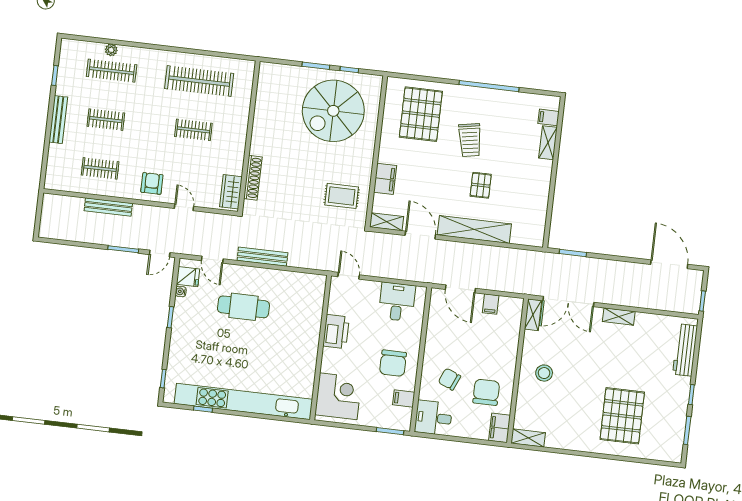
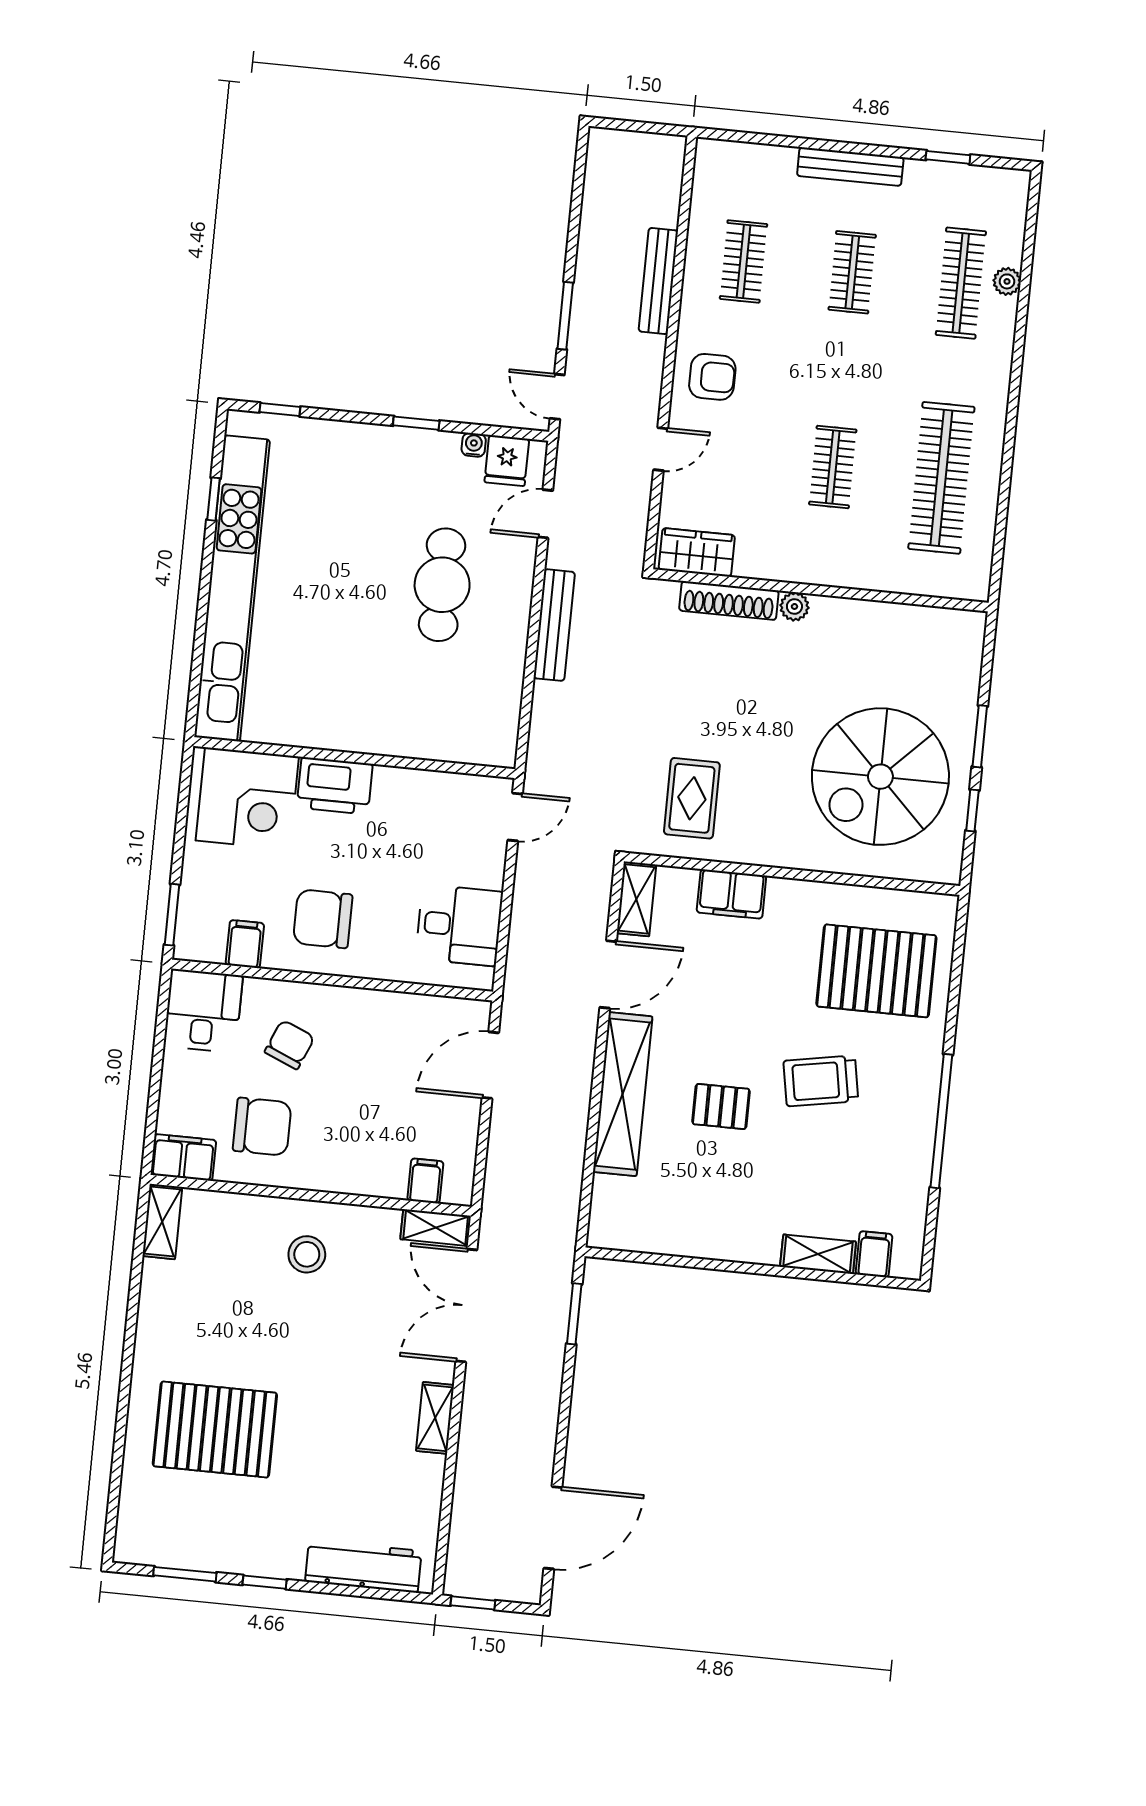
spiral stairs: (333, 111) -> (880, 777), turned -90
plant: (256, 148) -> (794, 606), added
filing cabinet: (491, 304) -> (425, 1181), moved, turned 90
printer: (336, 331) -> (335, 786), moved

